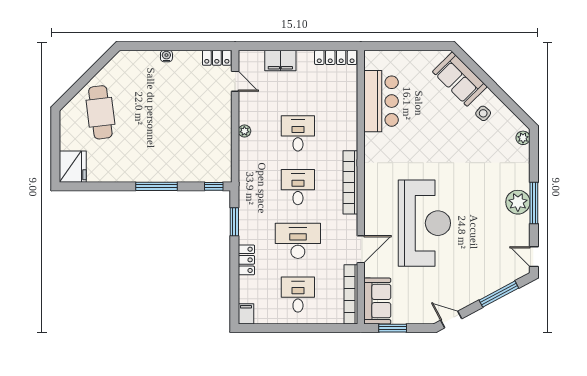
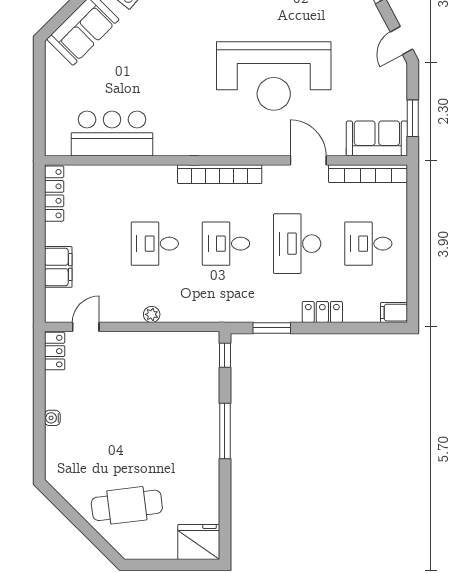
reception desk: (424, 223) -> (274, 76), turned 180

